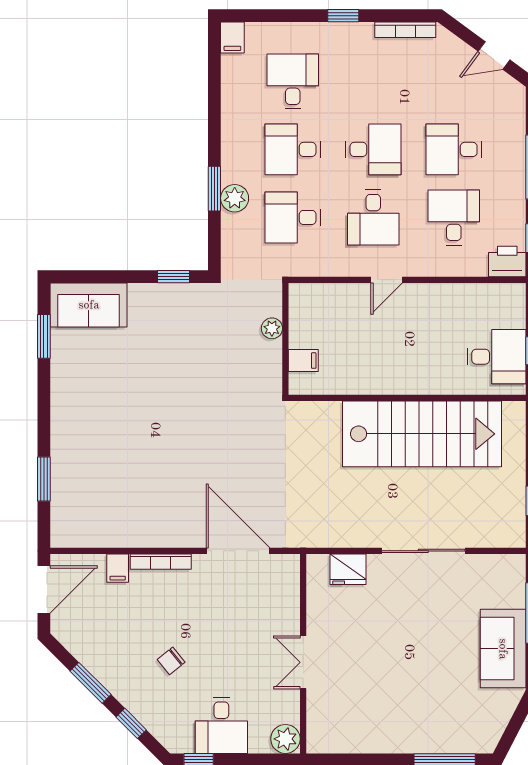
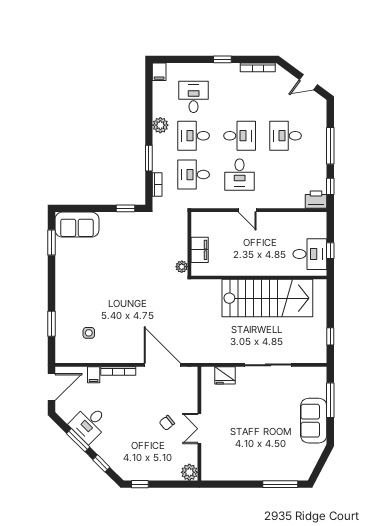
plant: (235, 198) -> (160, 125), moved
desk: (454, 217) -> (286, 175), removed
bookcase: (229, 235) -> (157, 185), added
door: (387, 280) -> (247, 210), hinge flipped
plant: (272, 328) -> (182, 267), moved
filing cabinet: (303, 361) -> (200, 250), width x2.00
side table: (109, 495) -> (89, 333), added
chair: (171, 661) -> (167, 423), moved
desk: (221, 725) -> (89, 424), moved, turned 45

